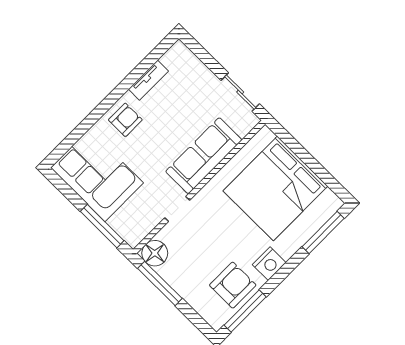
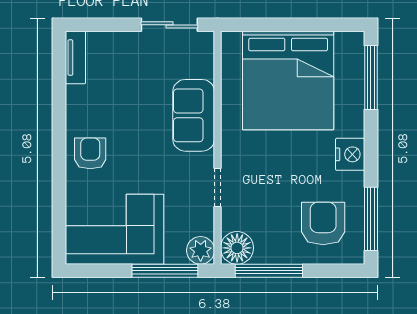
tv unit: (148, 80) -> (75, 58), moved
sofa: (204, 156) -> (194, 115), width x0.73
plant: (133, 234) -> (201, 250), added
armchair: (233, 285) -> (323, 223), moved

